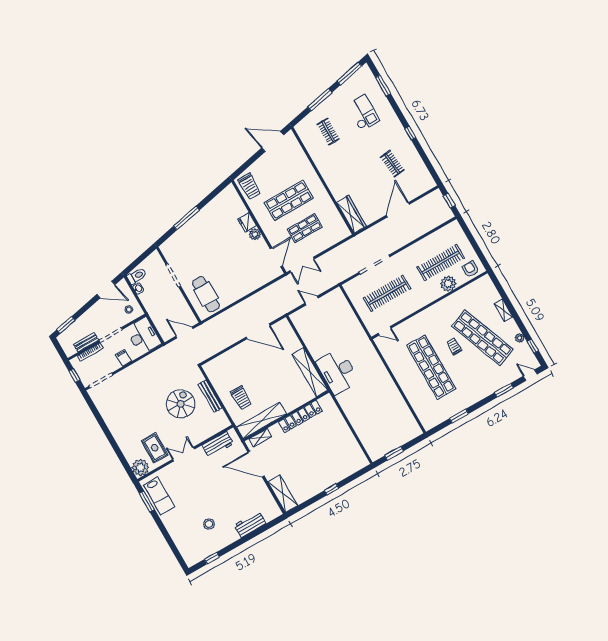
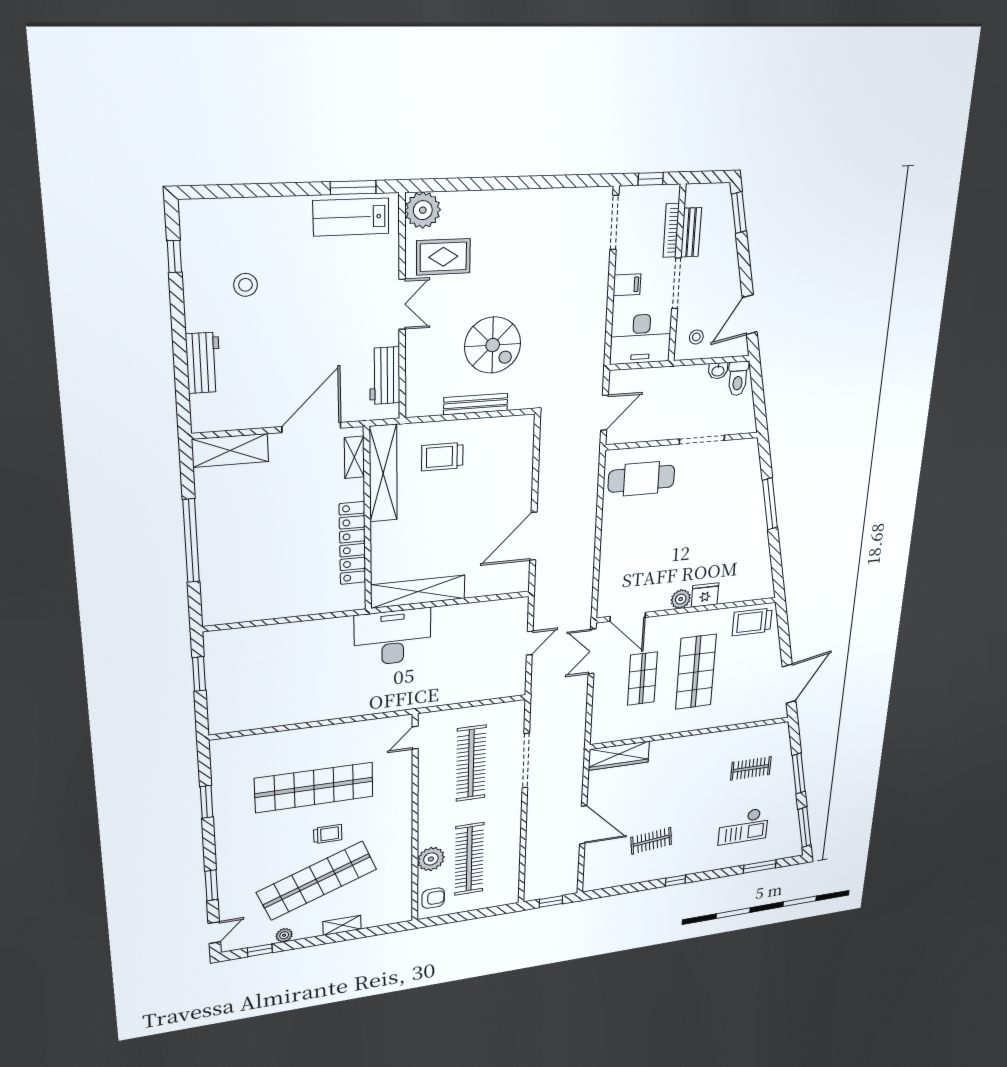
window: (332, 489) -> (191, 541), width x3.17

